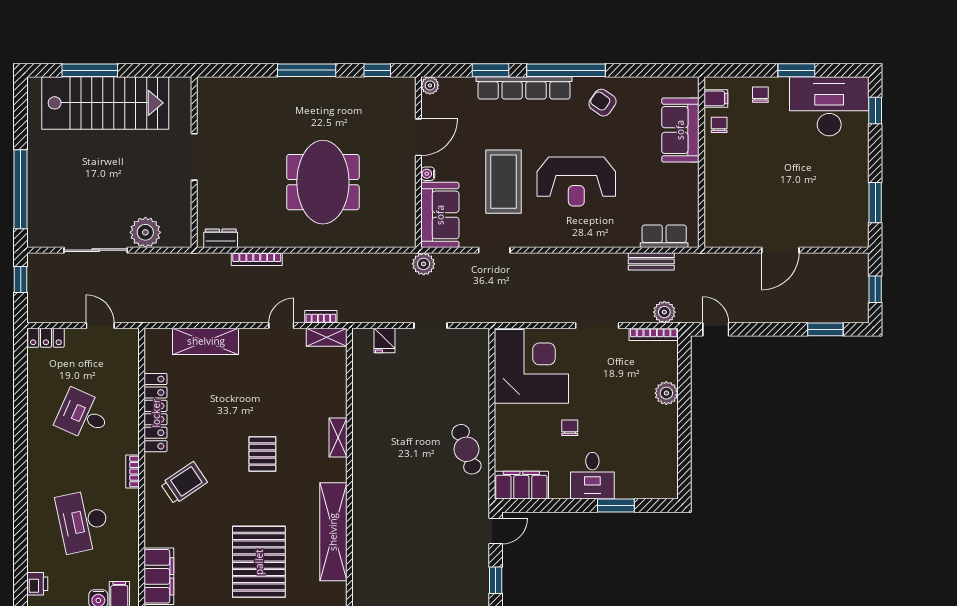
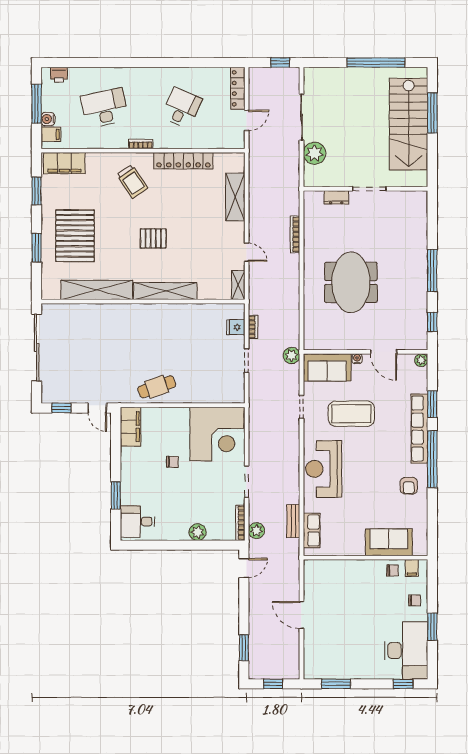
armchair: (603, 103) -> (409, 486), turned 145
meeting table: (323, 182) -> (351, 282), turned 90
reception desk: (576, 182) -> (324, 469), moved
window: (21, 189) -> (376, 63), moved
dresser: (221, 238) -> (336, 197), moved, turned 90
bookcase: (321, 317) -> (253, 327), moved
locker: (46, 338) -> (238, 88), width x1.53
shelving: (338, 438) -> (165, 291), width x2.20, depth x1.33
desk: (592, 476) -> (137, 522), moved
pallet: (259, 562) -> (75, 236), turned 90

